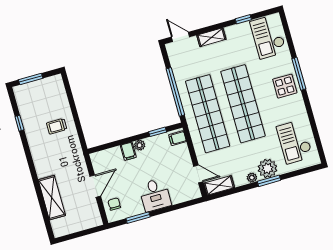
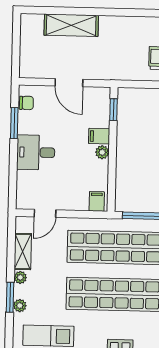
window: (158, 132) -> (114, 110), moved
plant: (267, 168) -> (20, 306), width x0.53, depth x0.53
shelving: (219, 185) -> (23, 251), moved
chair: (114, 204) -> (26, 103), moved

